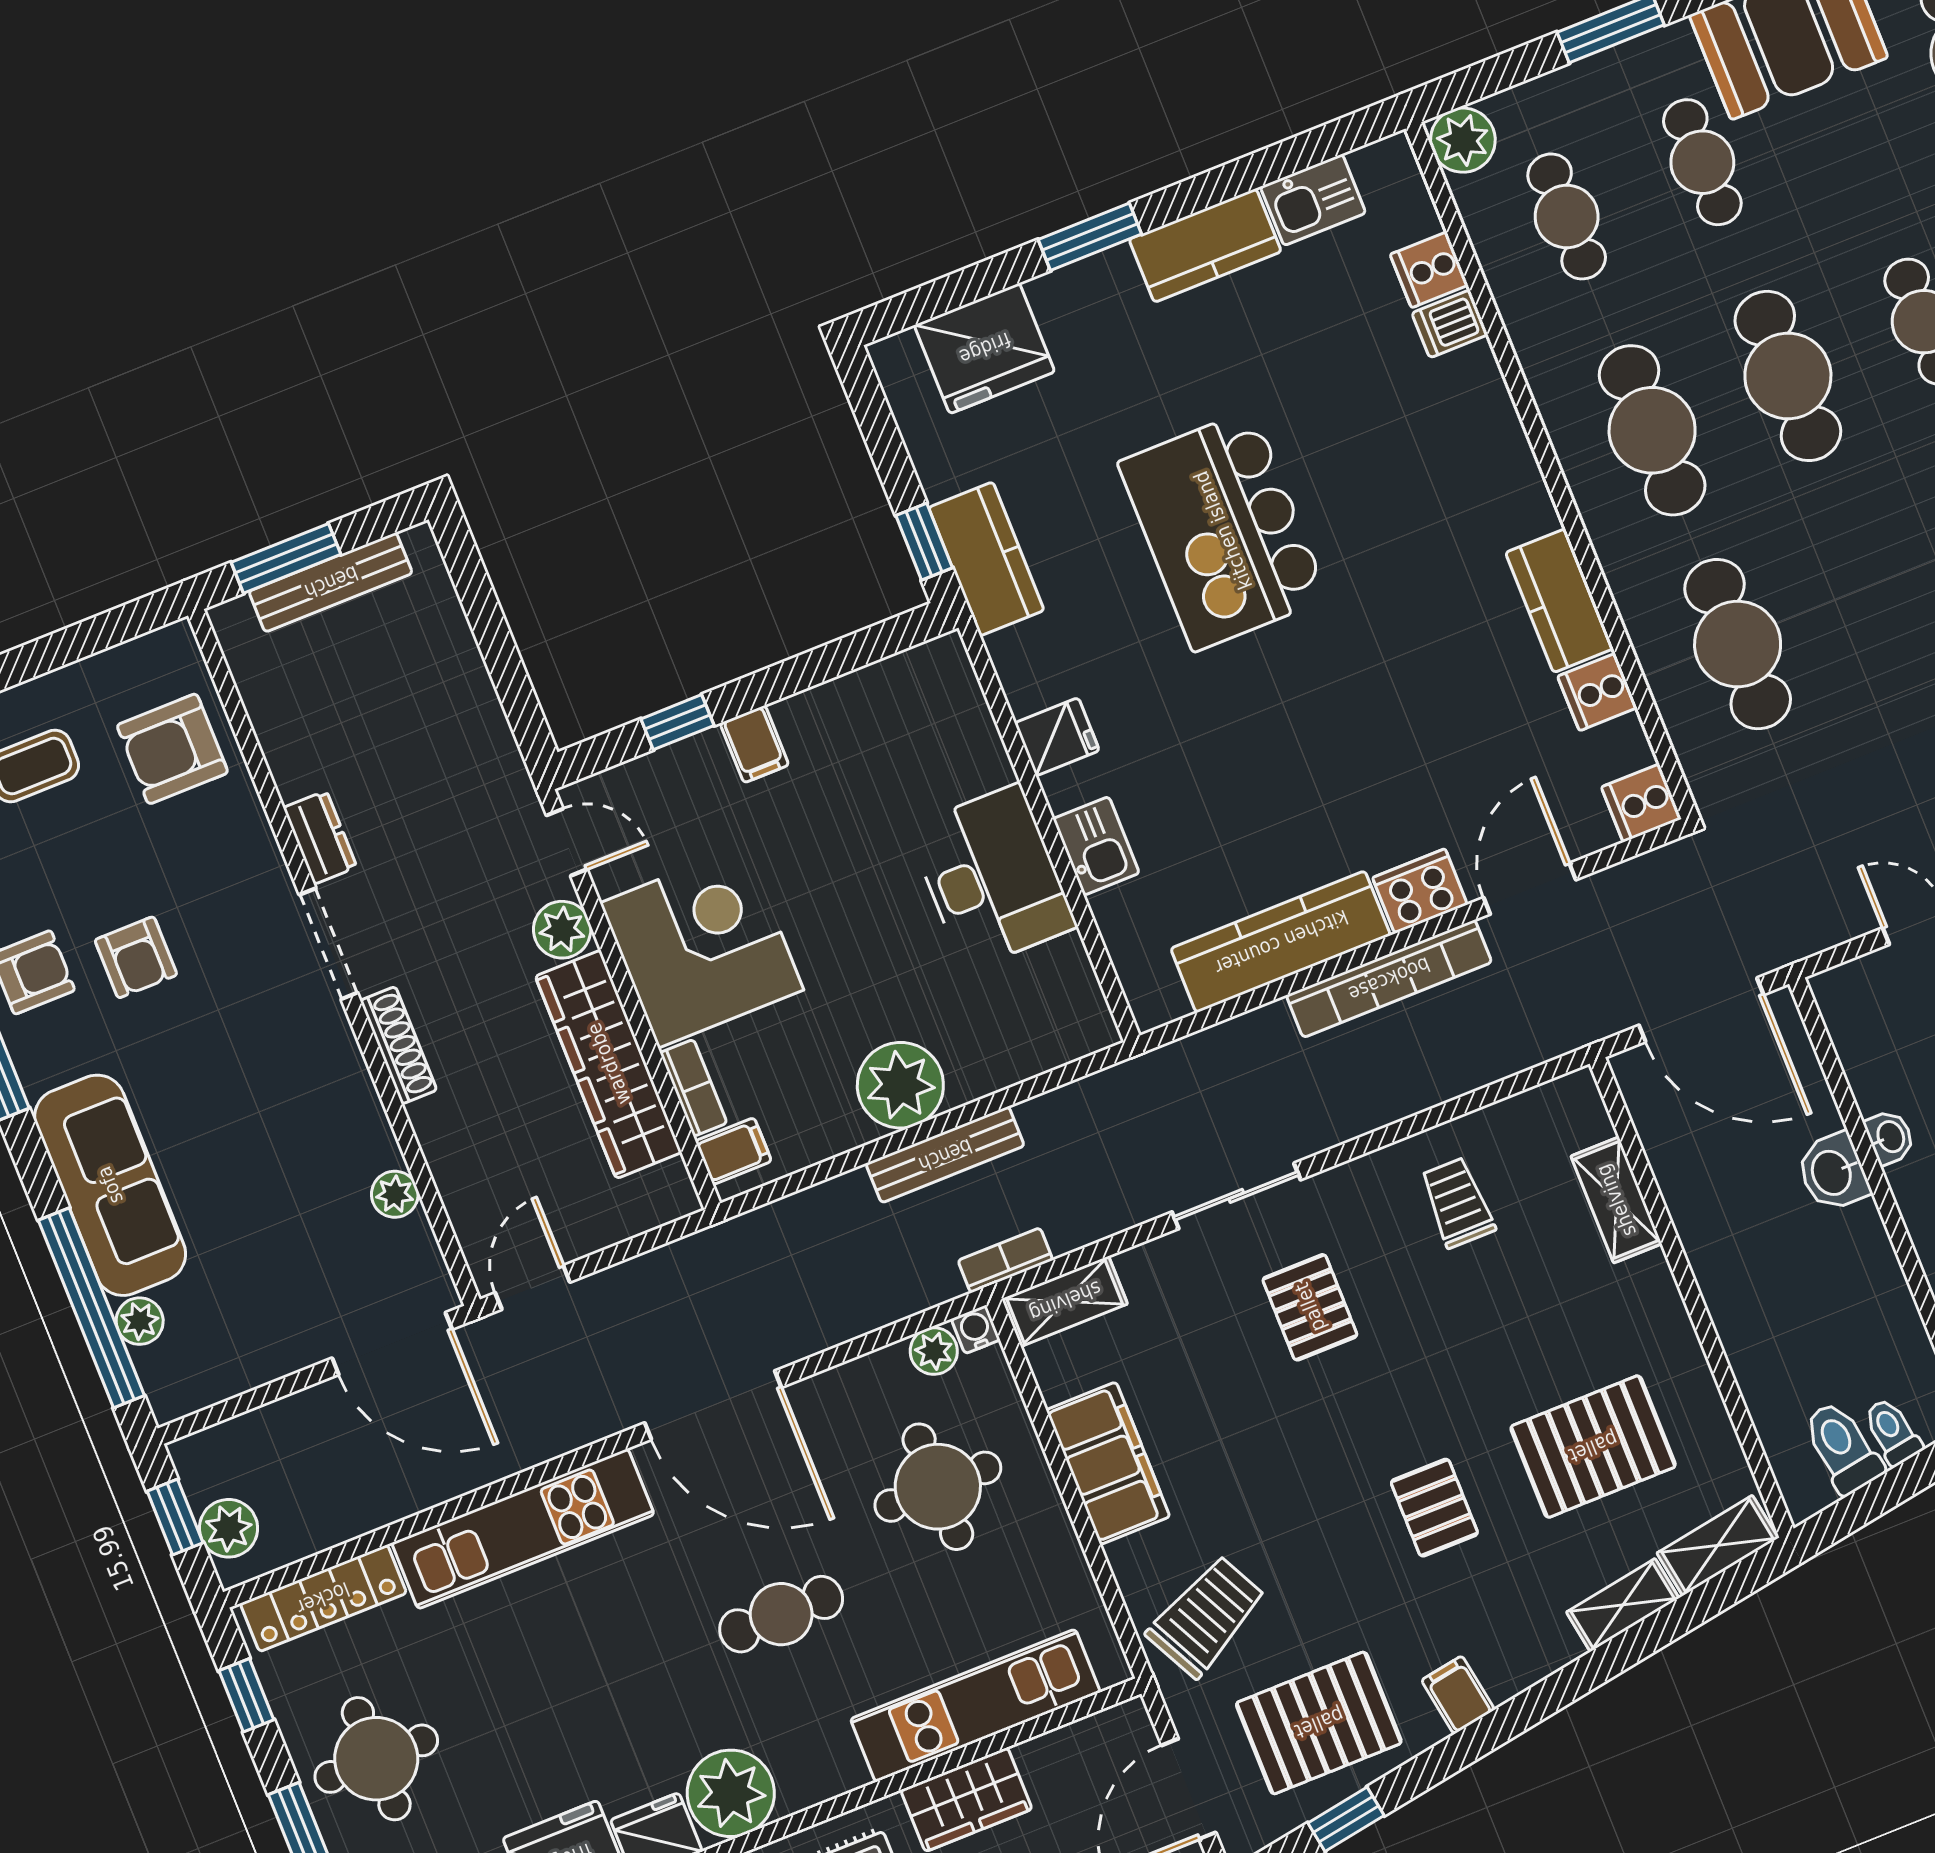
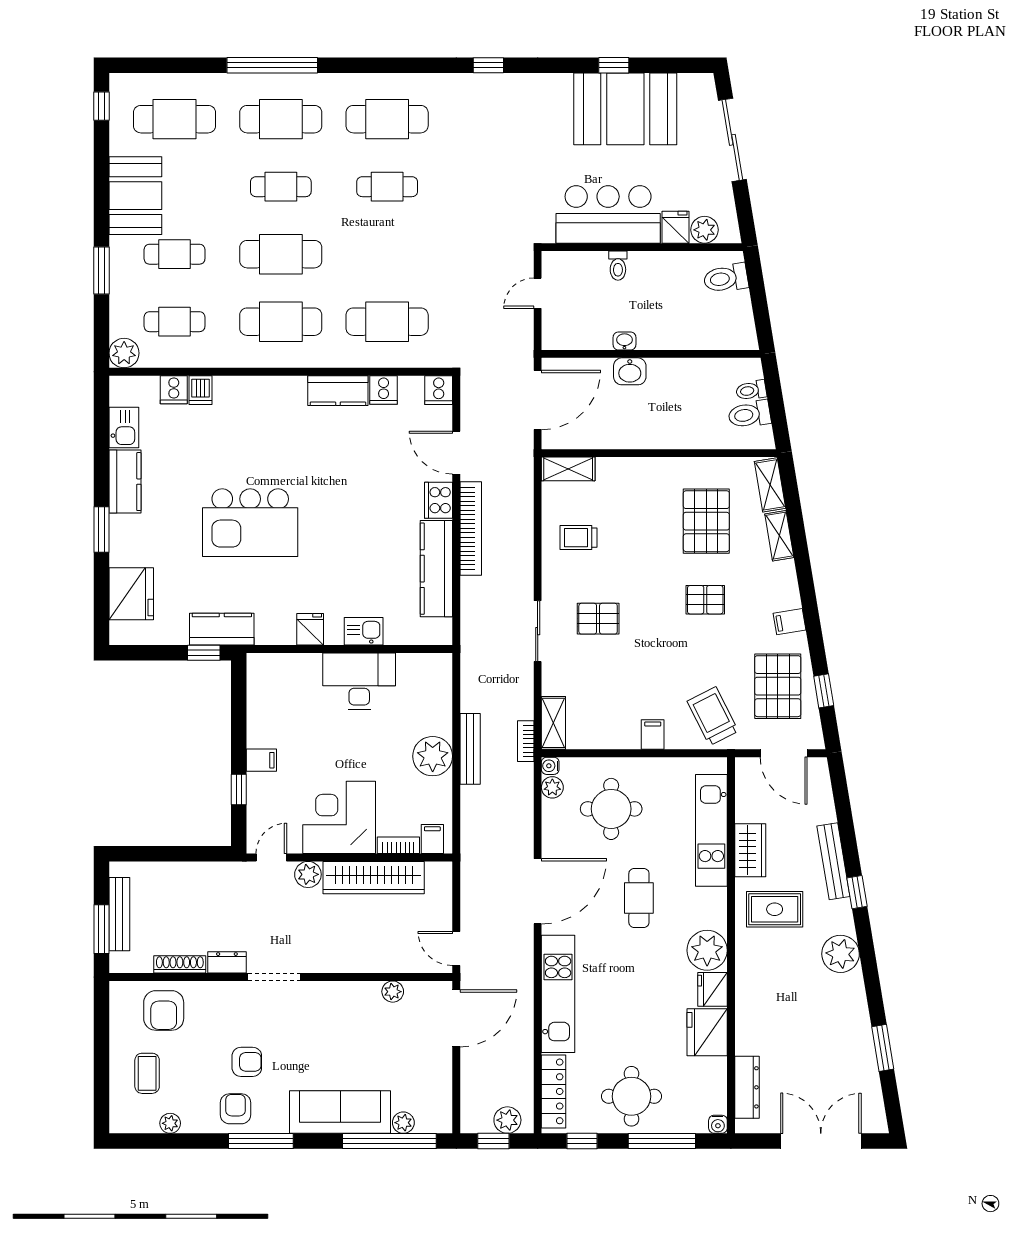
shoe rack: (398, 1045) -> (180, 964), moved
shelving: (1616, 1200) -> (568, 469), moved
filing cabinet: (1108, 1463) -> (653, 734), width x0.33, depth x0.86

